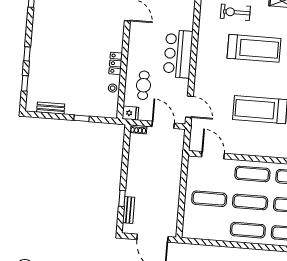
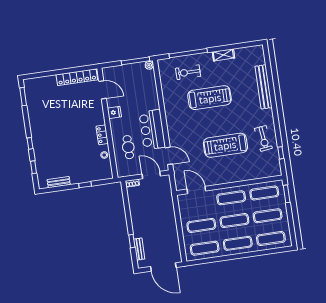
bar counter: (178, 54) -> (152, 130), moved
fridge: (130, 113) -> (114, 112), moved
exercise mat: (207, 227) -> (205, 248), added

